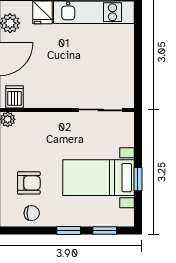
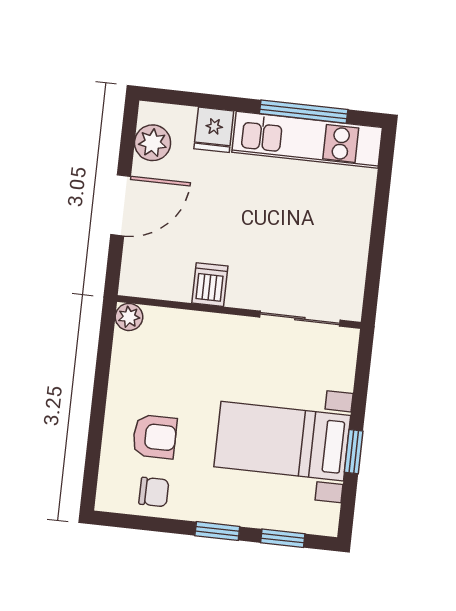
dishwasher: (15, 97) -> (210, 285), moved

